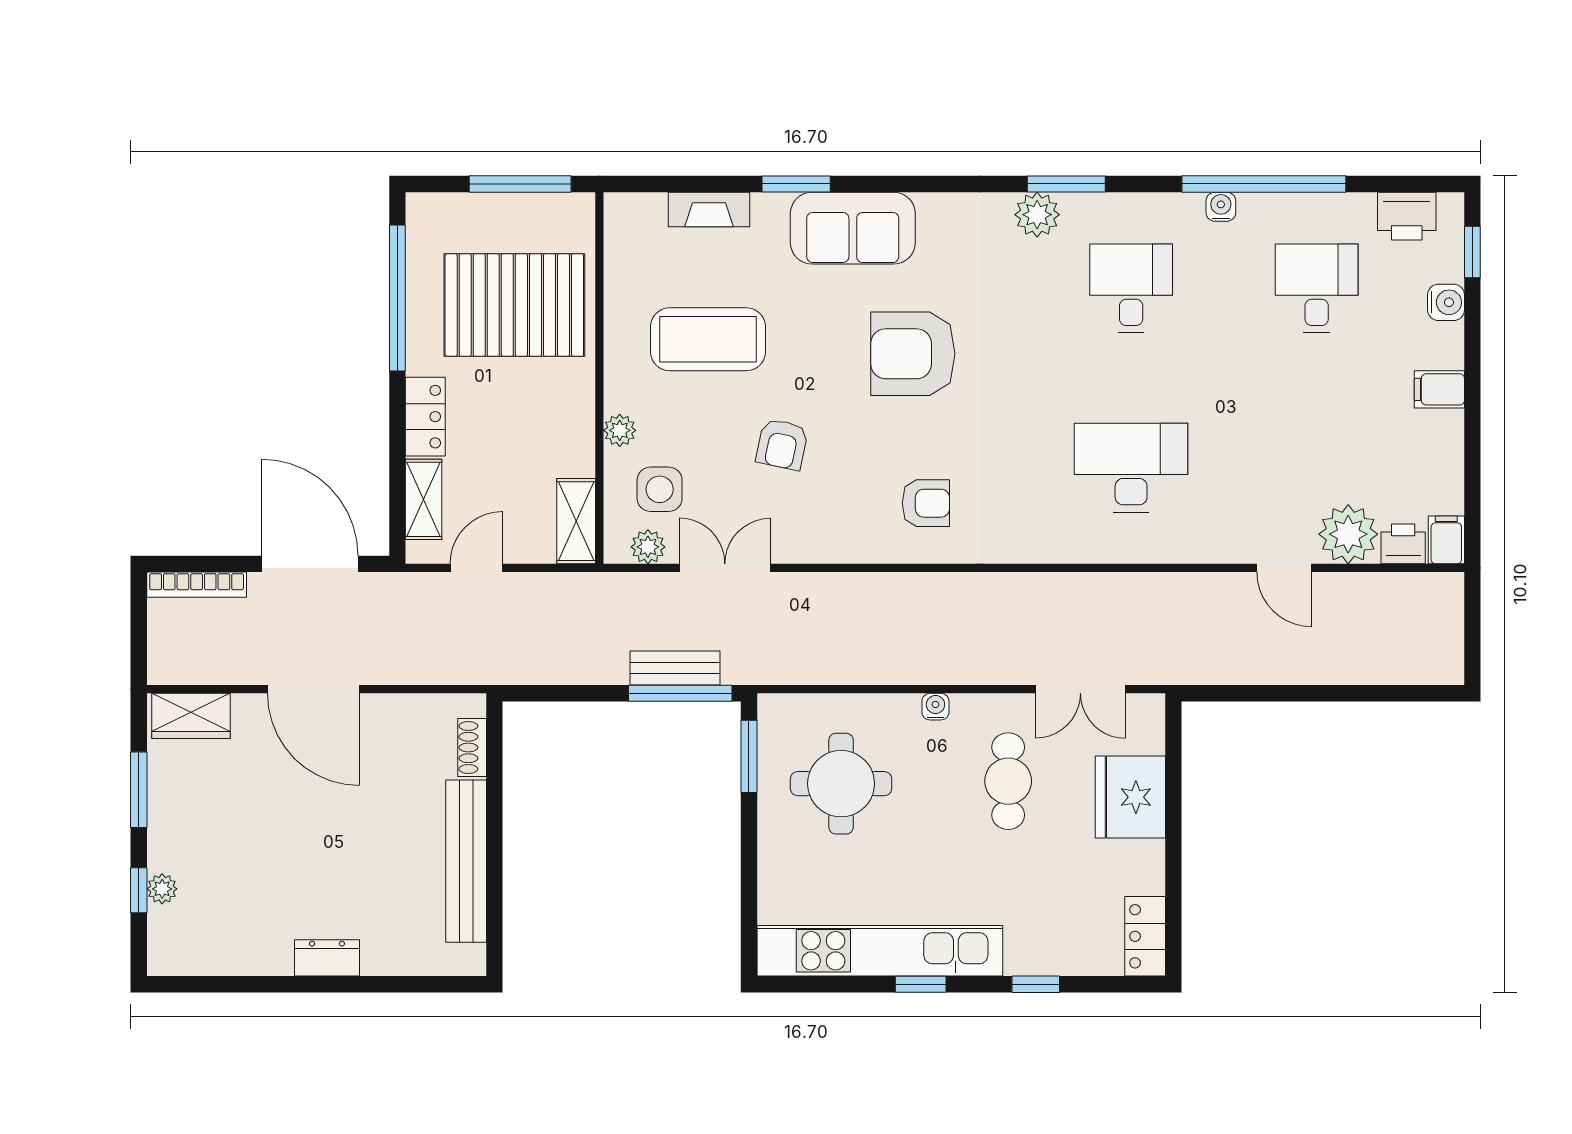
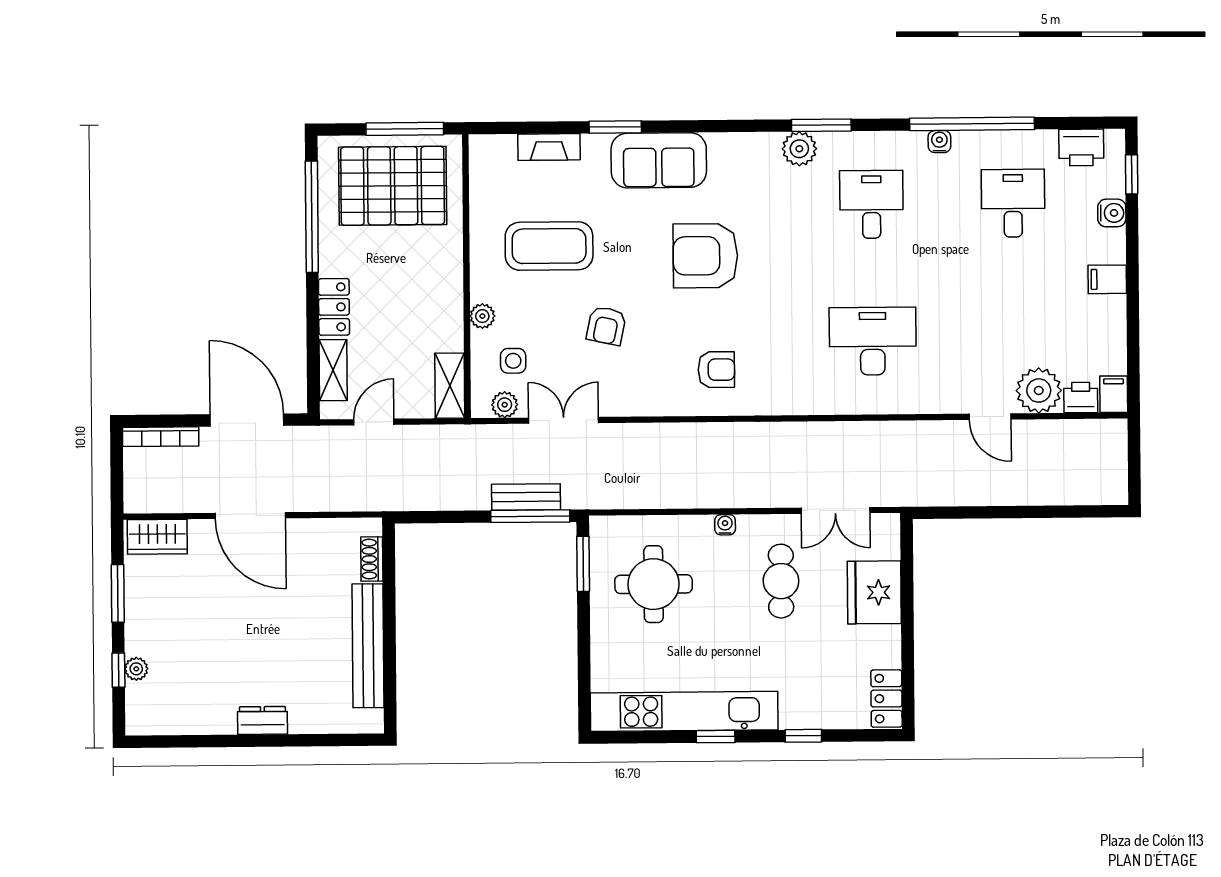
pallet: (514, 305) -> (393, 186), moved
side table: (660, 489) -> (513, 361), width x0.73, depth x0.73

